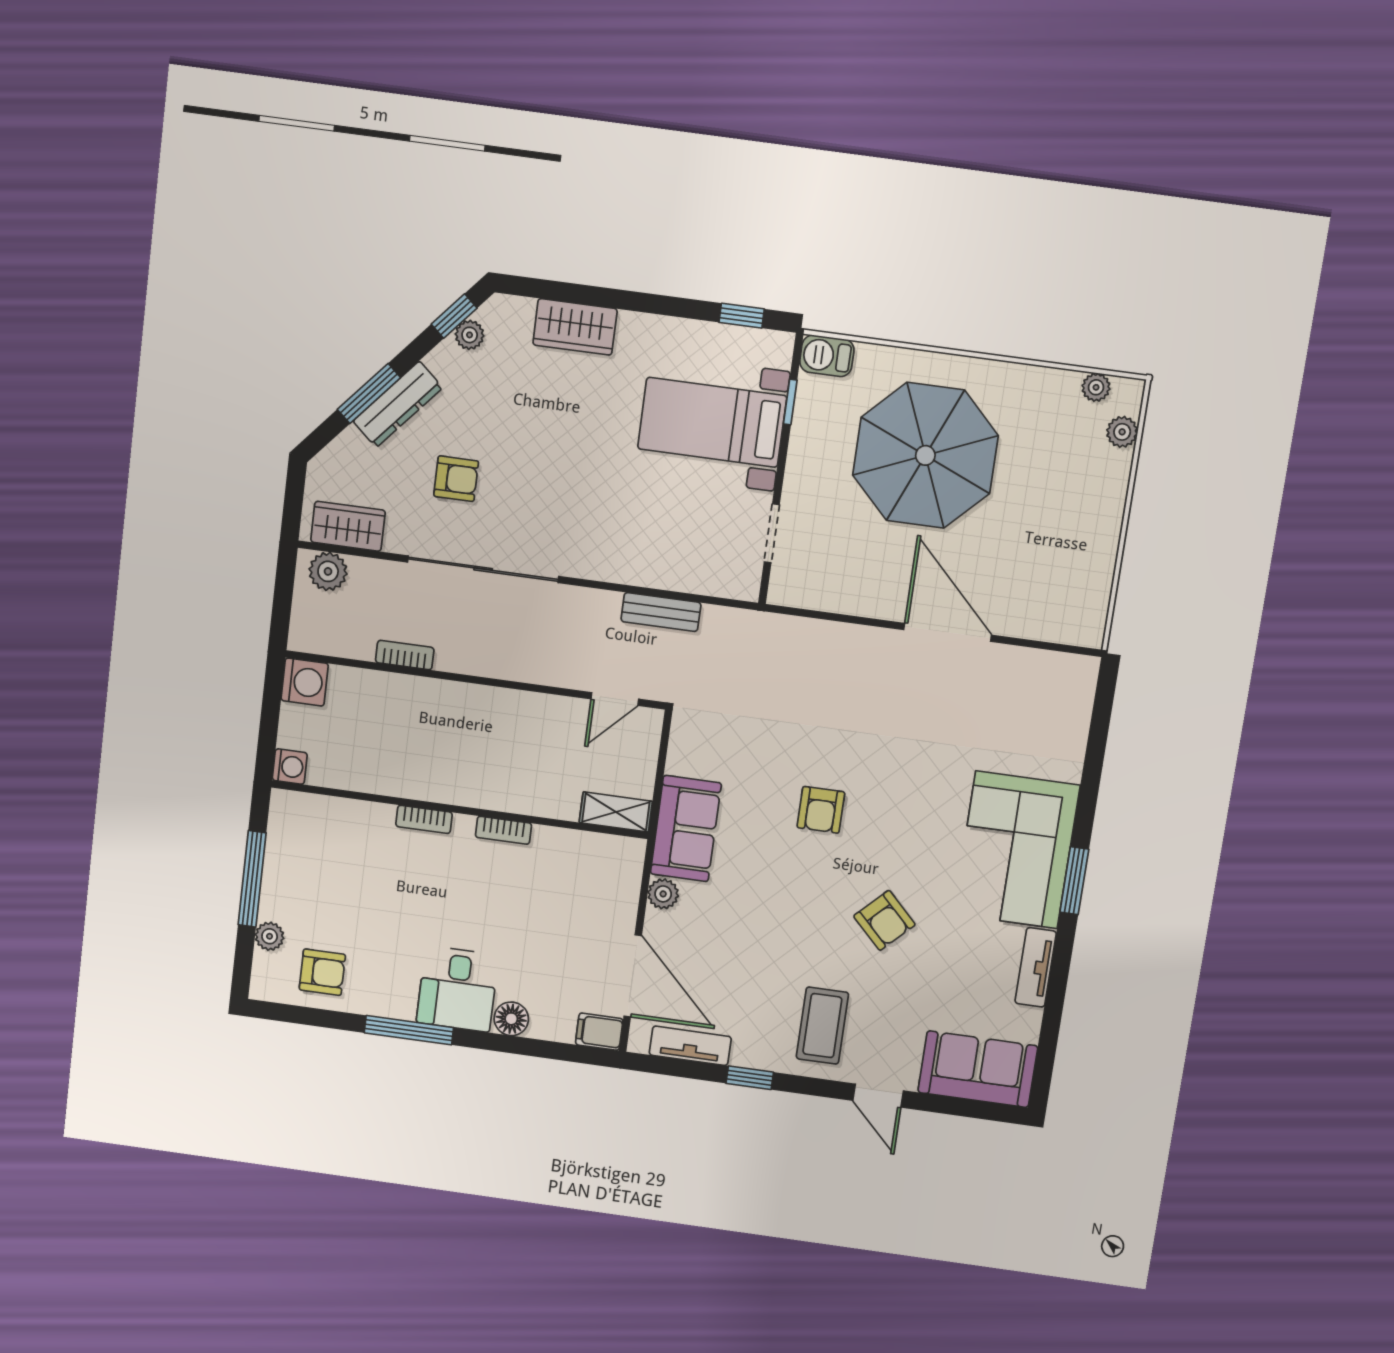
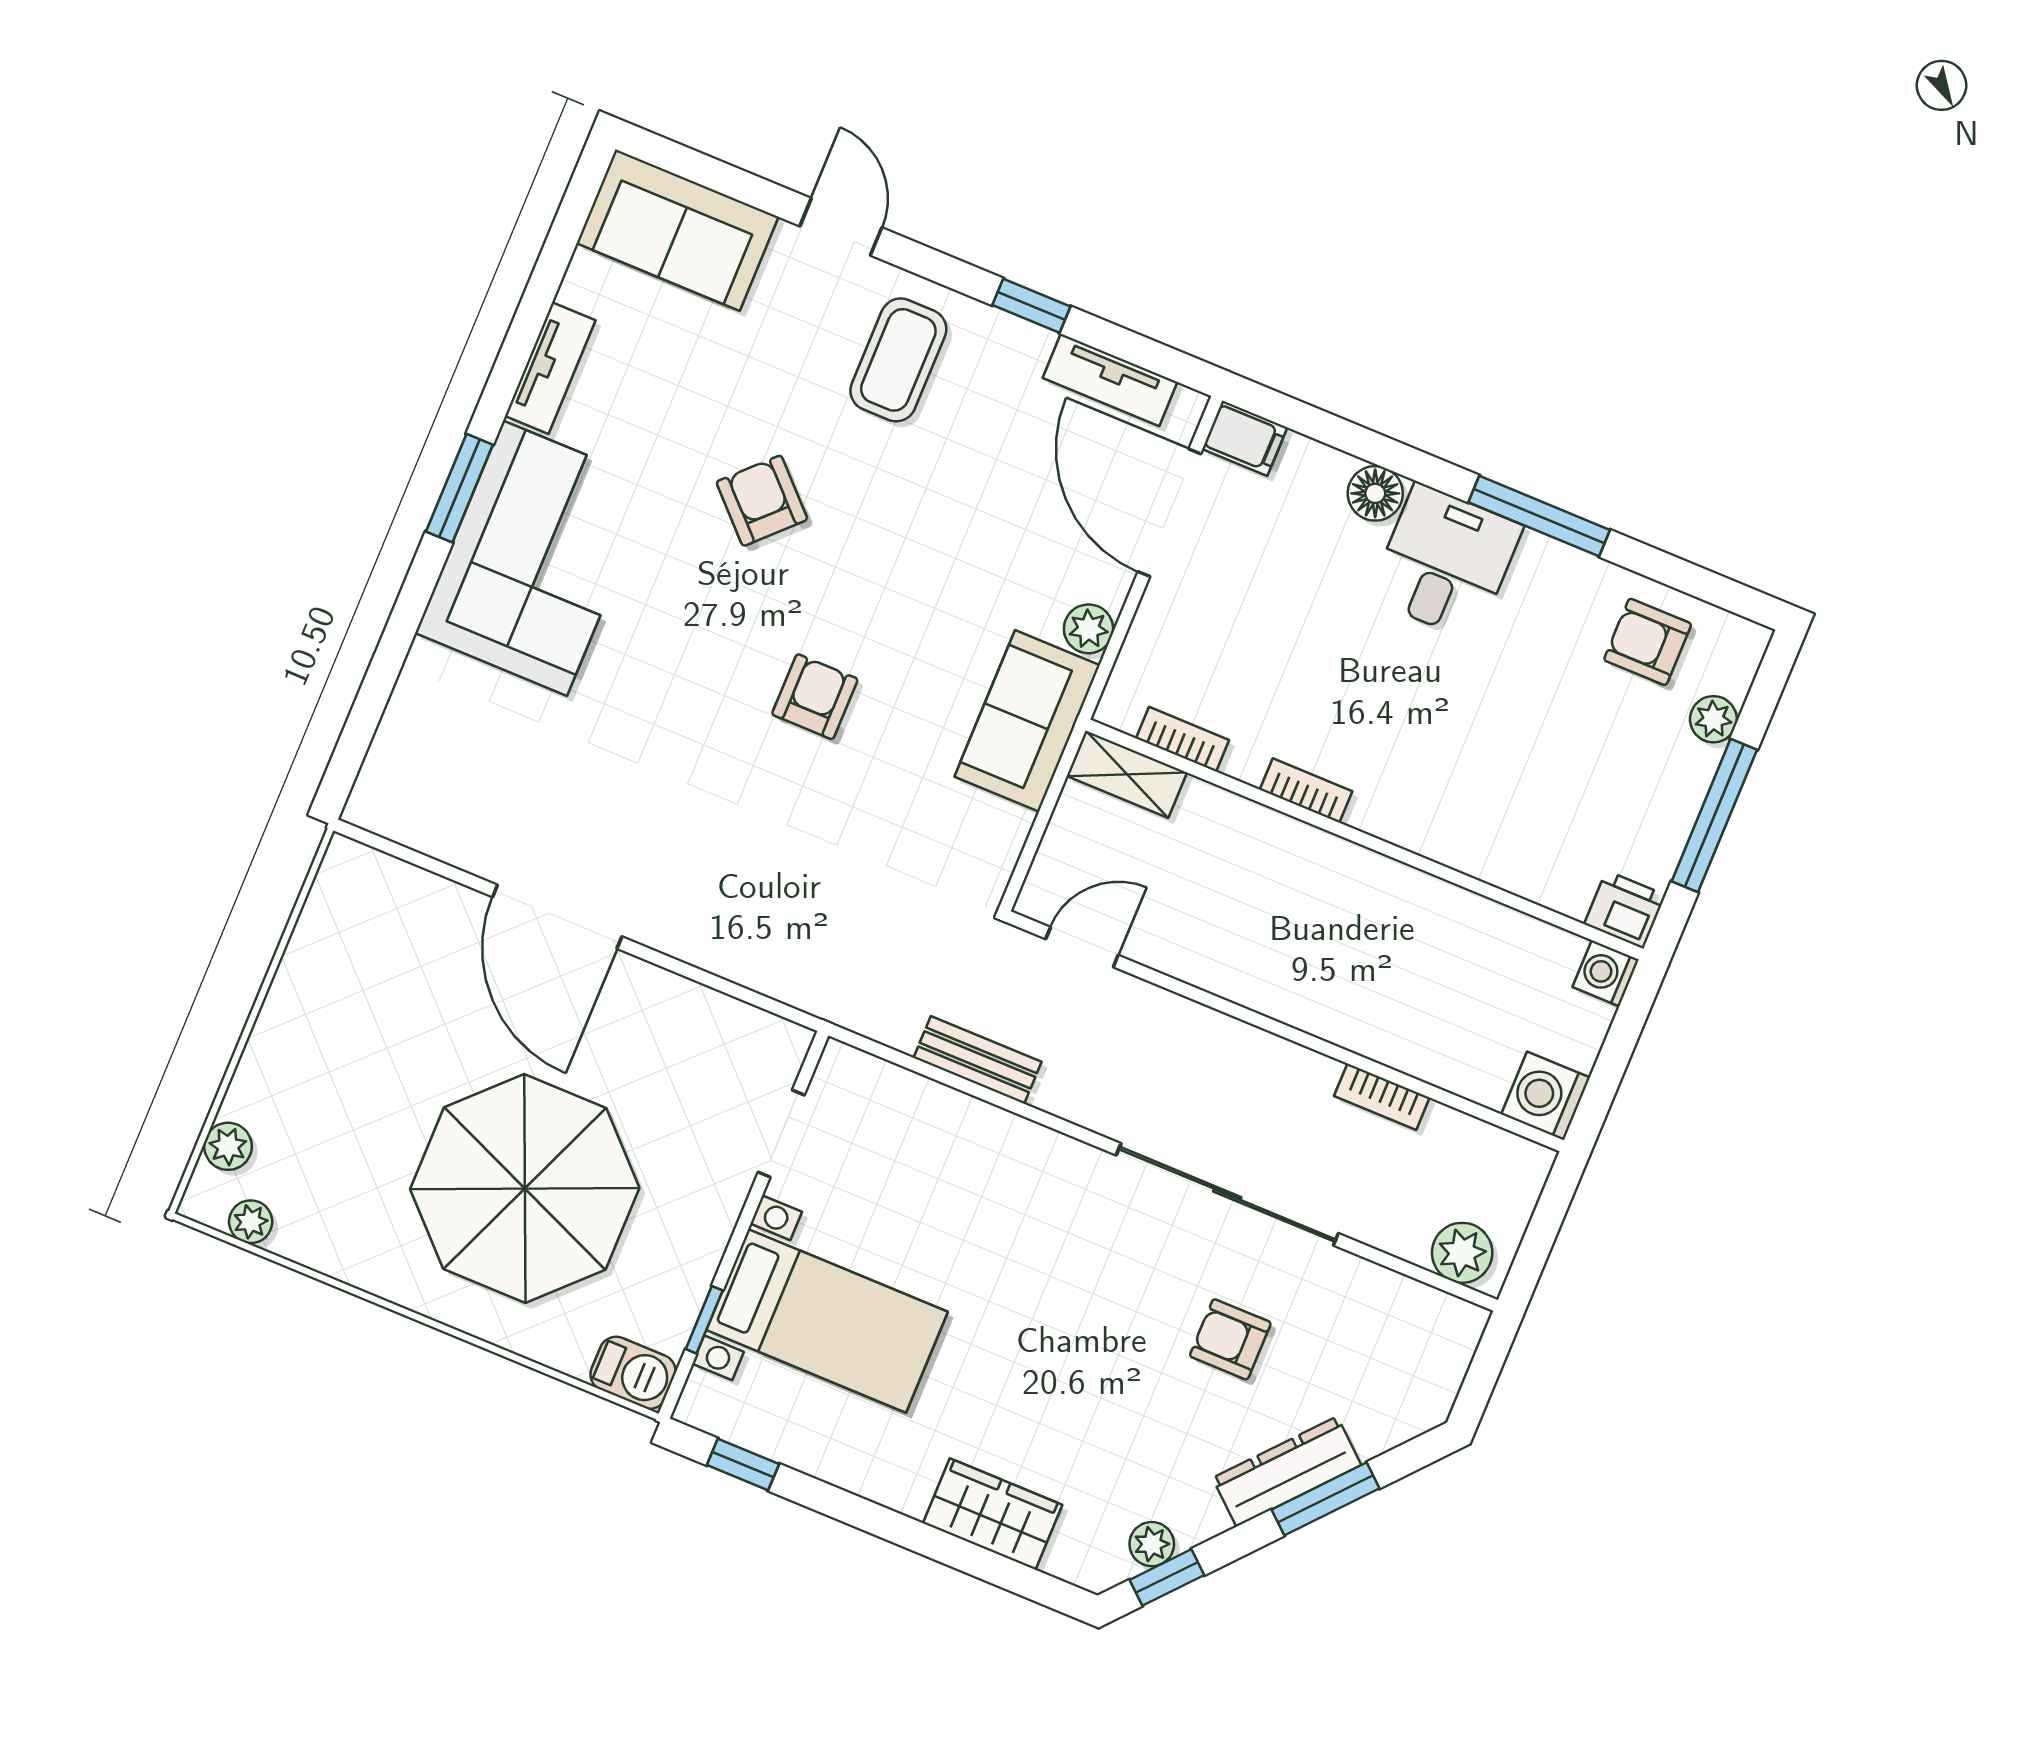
wardrobe: (348, 526) -> (1413, 1312), removed
printer: (289, 808) -> (1625, 910), added
bookcase: (424, 819) -> (1183, 739), moved

